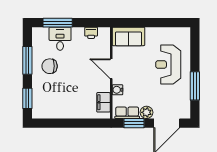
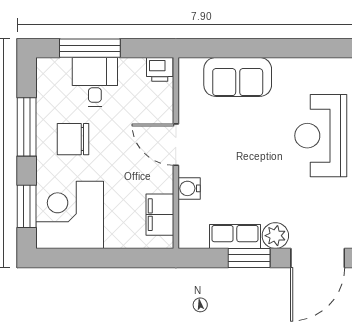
door: (111, 69) -> (176, 145), moved
wall: (111, 73) -> (176, 153), moved
water cooler: (117, 90) -> (189, 188), moved
corner desk: (48, 102) -> (70, 215), added
filing cabinet: (103, 102) -> (160, 215), moved

